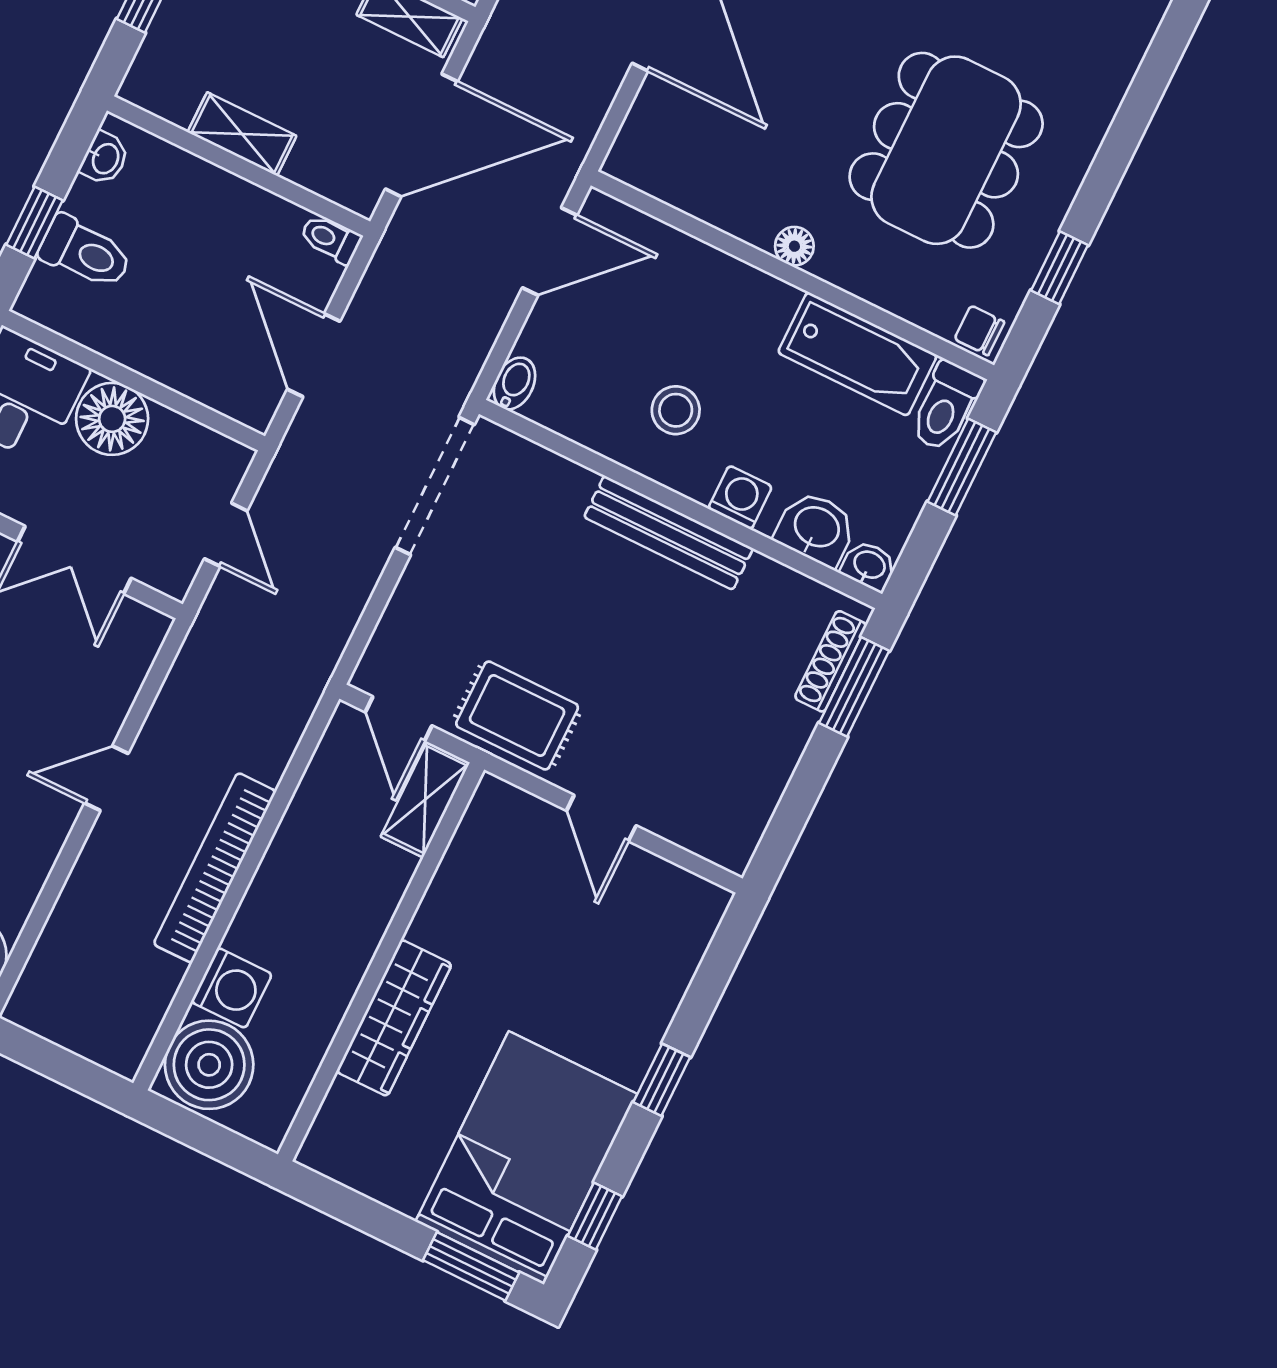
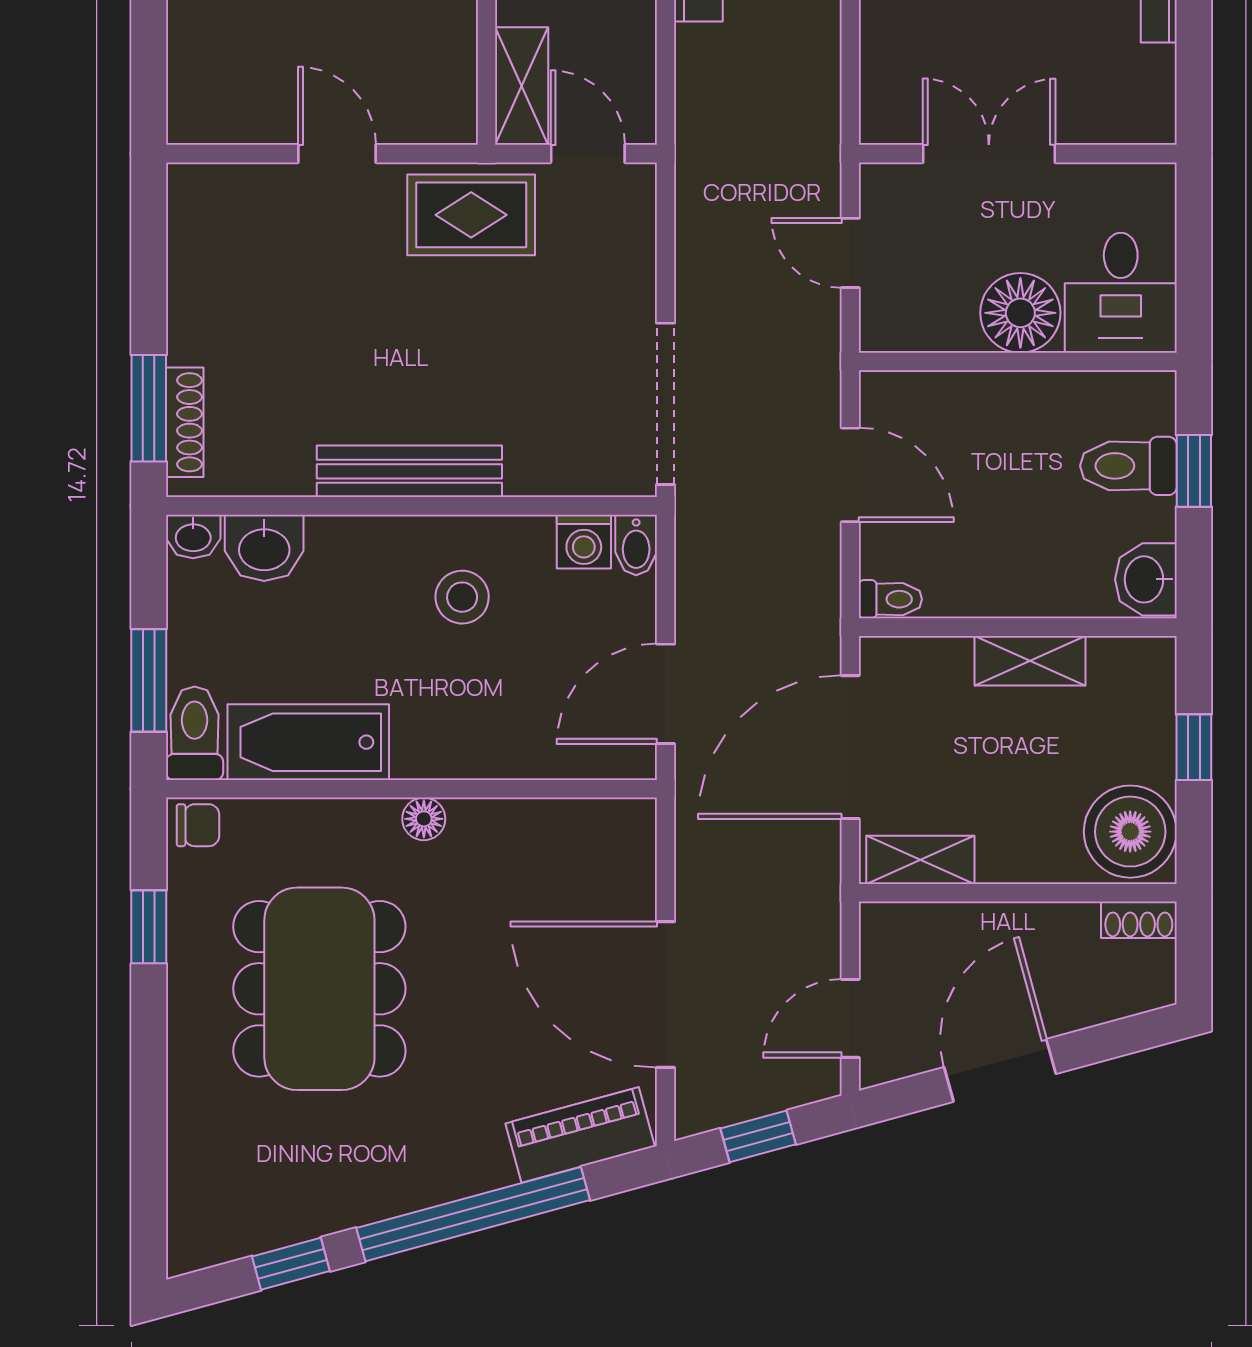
washbasin: (105, 158) -> (1146, 579), width x1.38, depth x1.45
washing machine: (740, 497) -> (584, 542), moved

